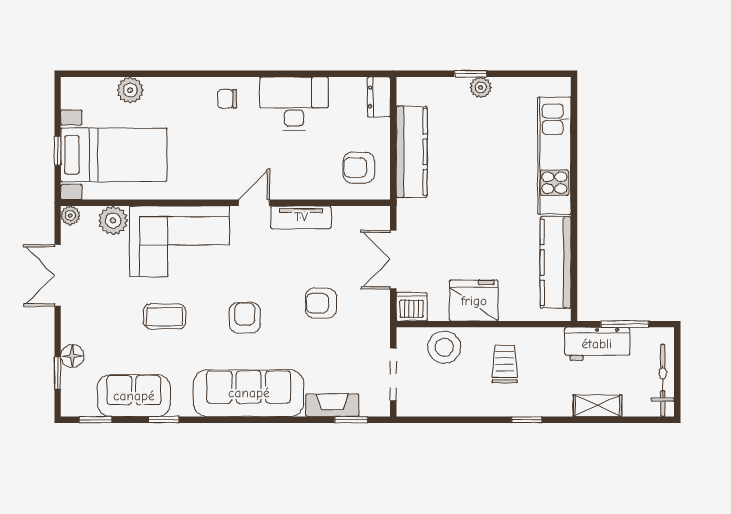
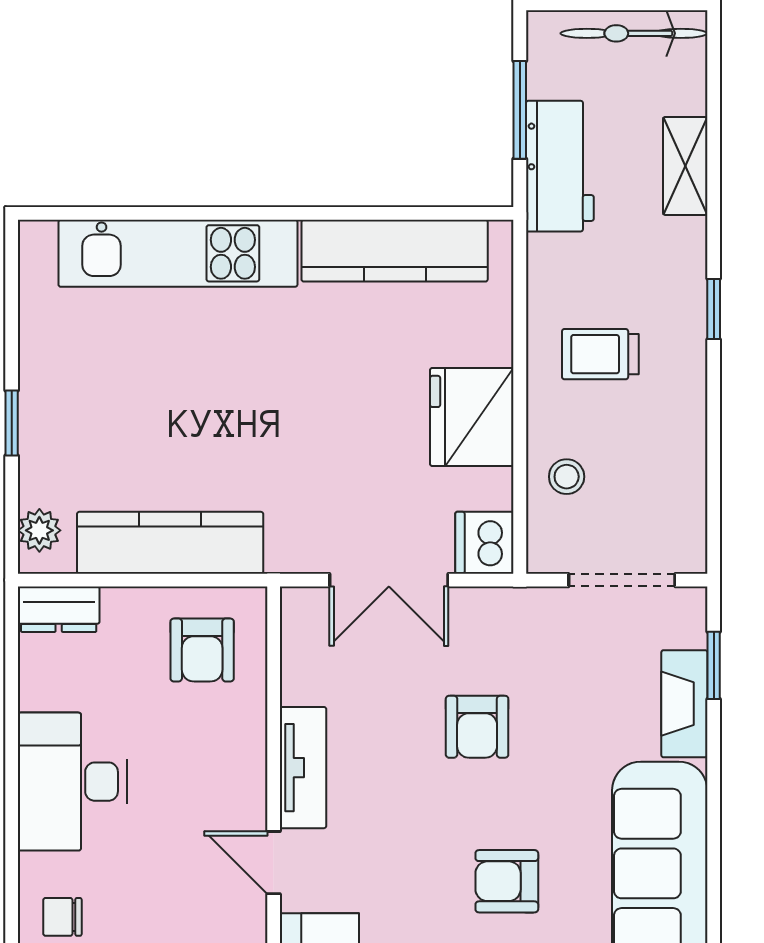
plant: (481, 87) -> (39, 530), moved
chair: (227, 99) -> (62, 917), turned 90
stool: (444, 347) -> (567, 477), width x0.53, depth x0.53

